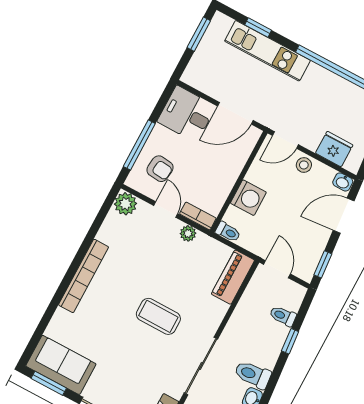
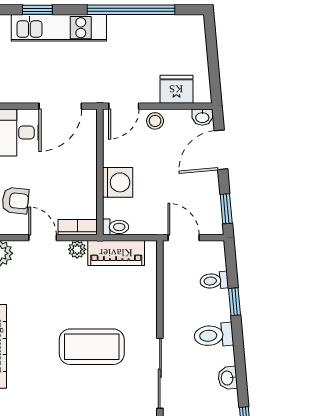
piano: (233, 277) -> (116, 253), moved, turned -90
coffee table: (158, 316) -> (92, 347), width x1.36, depth x1.32
toilet: (253, 375) -> (214, 335), moved

